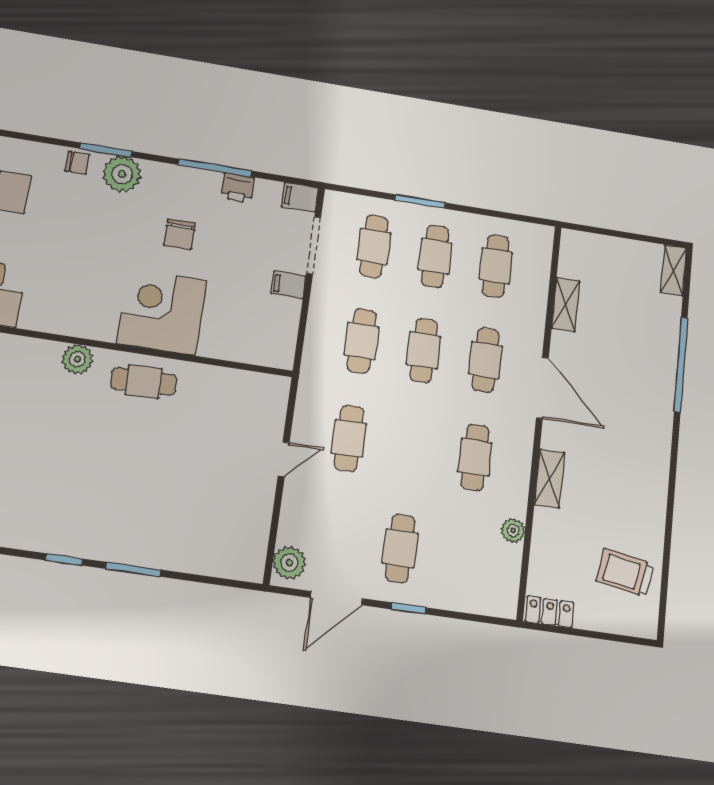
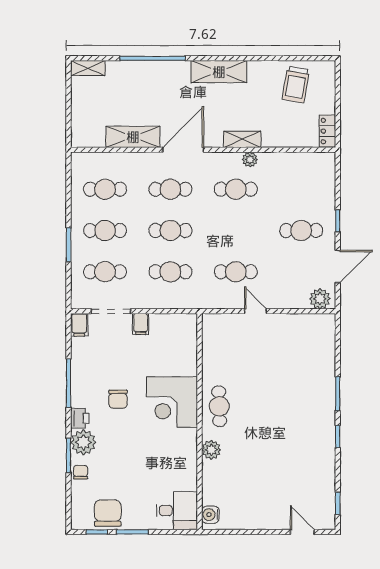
printer: (238, 188) -> (80, 418), moved
chair: (179, 234) -> (118, 399), turned 90
shelving: (566, 305) -> (133, 137), width x1.50, depth x1.33
shelving: (654, 458) -> (219, 72), added
plant: (513, 530) -> (250, 160), moved
door: (336, 598) -> (338, 267), hinge flipped

